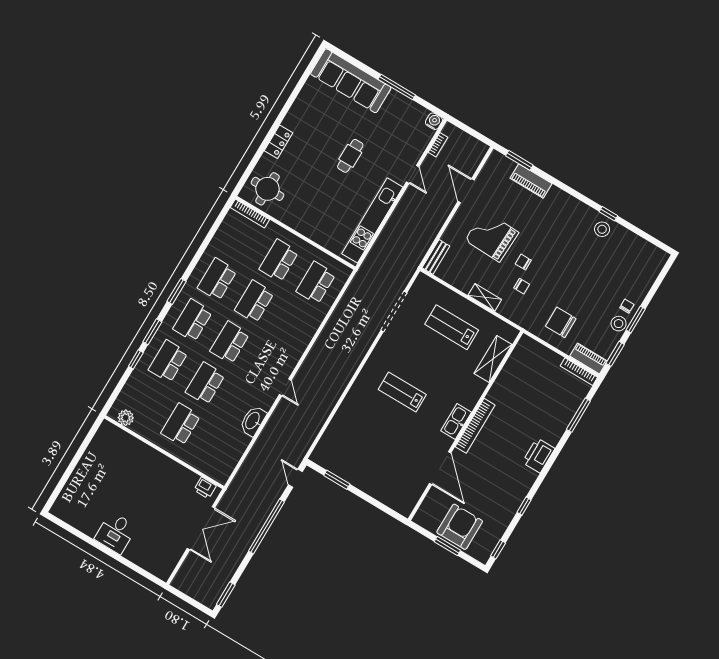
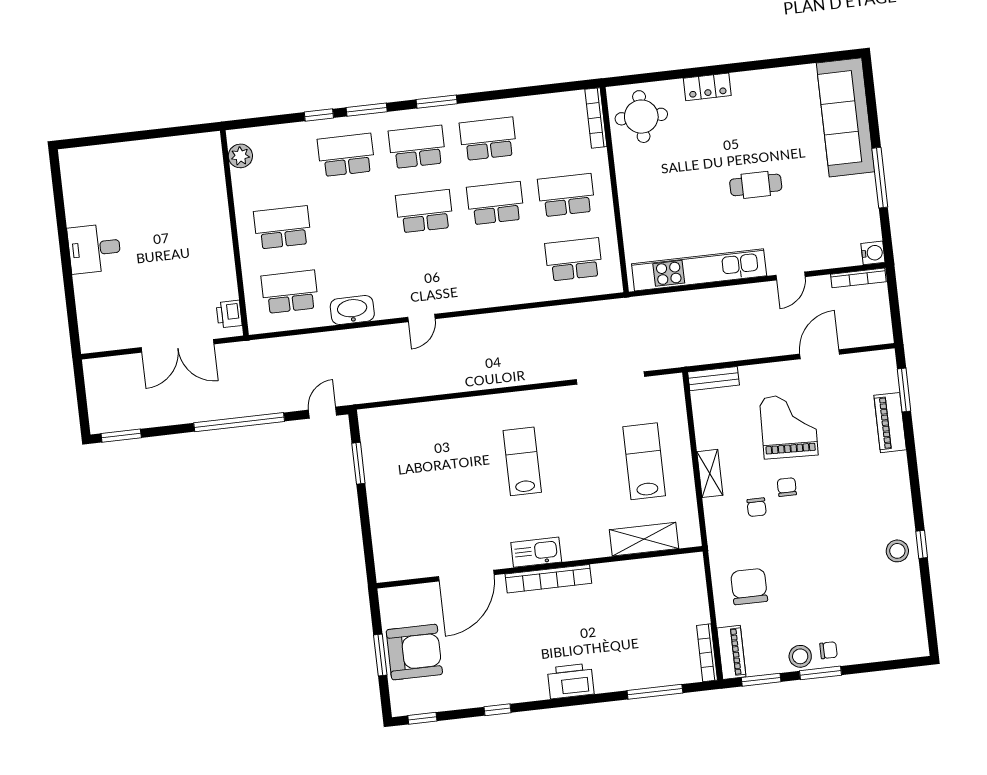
bookcase: (438, 145) -> (858, 278), width x1.56
school desk: (205, 383) -> (290, 292), moved

